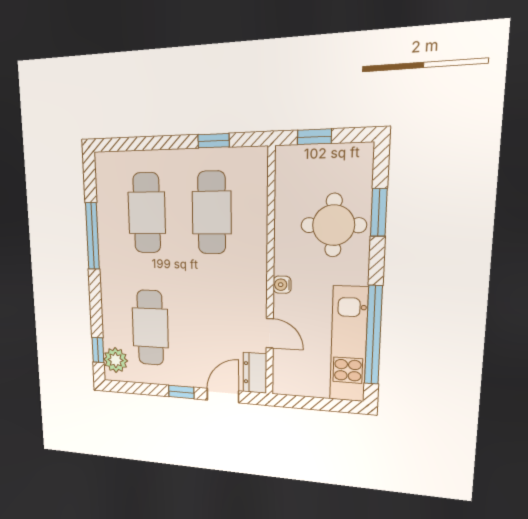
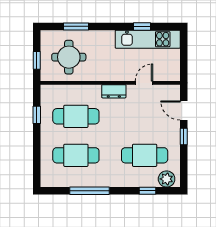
round table: (334, 225) -> (69, 57), moved
water cooler: (282, 285) -> (116, 76), removed
window: (373, 335) -> (142, 26), width x0.32
window: (98, 350) -> (147, 191), moved
dresser: (255, 373) -> (114, 91), moved

